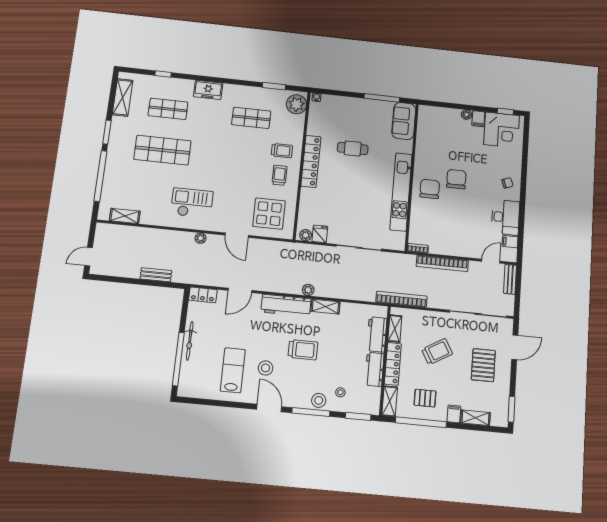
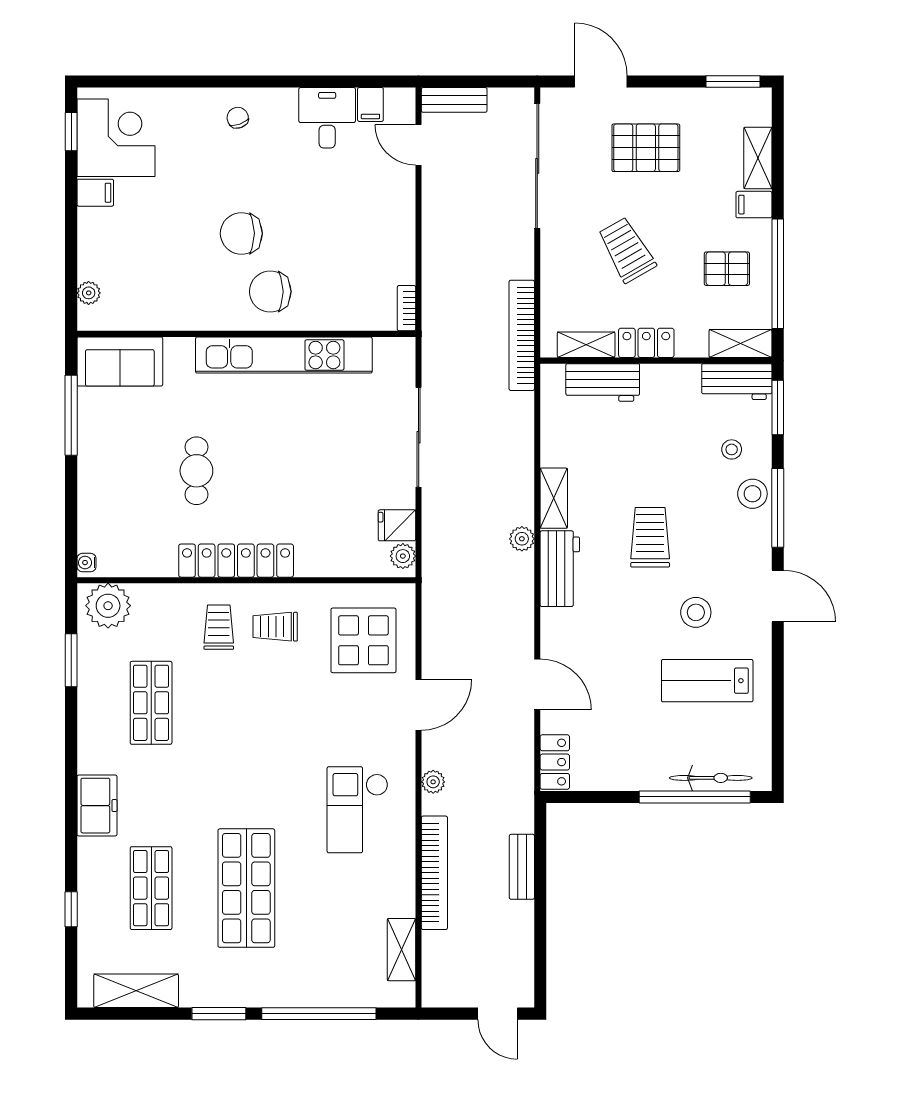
plant: (466, 115) -> (89, 293), moved
desk: (505, 217) -> (327, 118), width x0.73
bookcase: (442, 263) -> (434, 873), moved
workbench: (286, 305) -> (560, 569), width x0.73
bicycle: (190, 341) -> (711, 778), moved
locker: (393, 364) -> (646, 343), width x0.66
workbench: (374, 369) -> (737, 382), moved
pallet: (425, 398) -> (727, 269), turned 90
door: (269, 408) -> (778, 596), swing flipped

